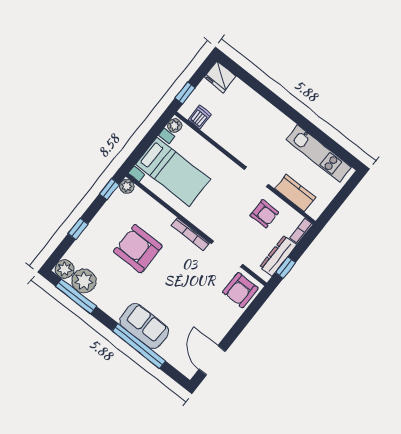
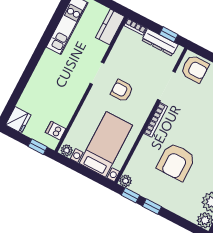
kitchen counter: (295, 193) -> (110, 27), moved
armchair: (264, 214) -> (122, 91), moved, turned -90
window: (78, 229) -> (152, 206), moved

